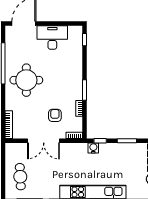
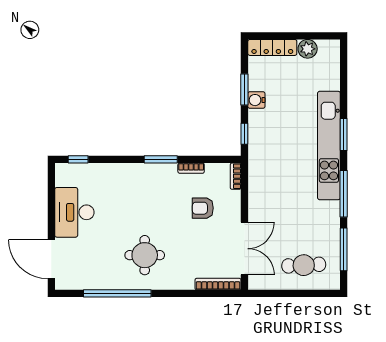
round table: (26, 80) -> (145, 255), width x0.73, depth x0.73
double door: (44, 141) -> (244, 249), moved
water cooler: (93, 148) -> (256, 100), moved

